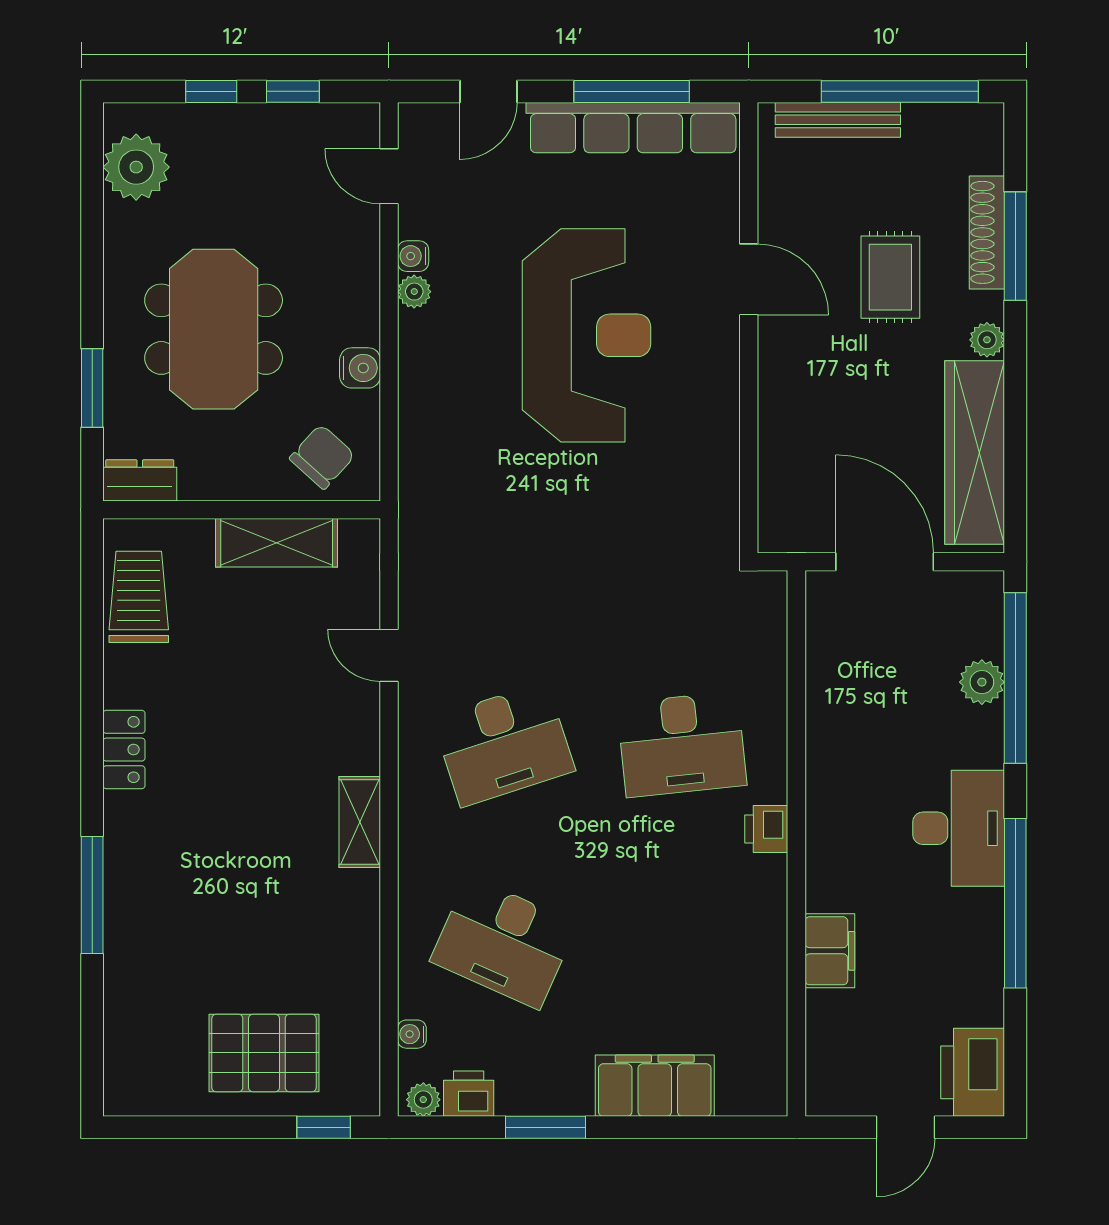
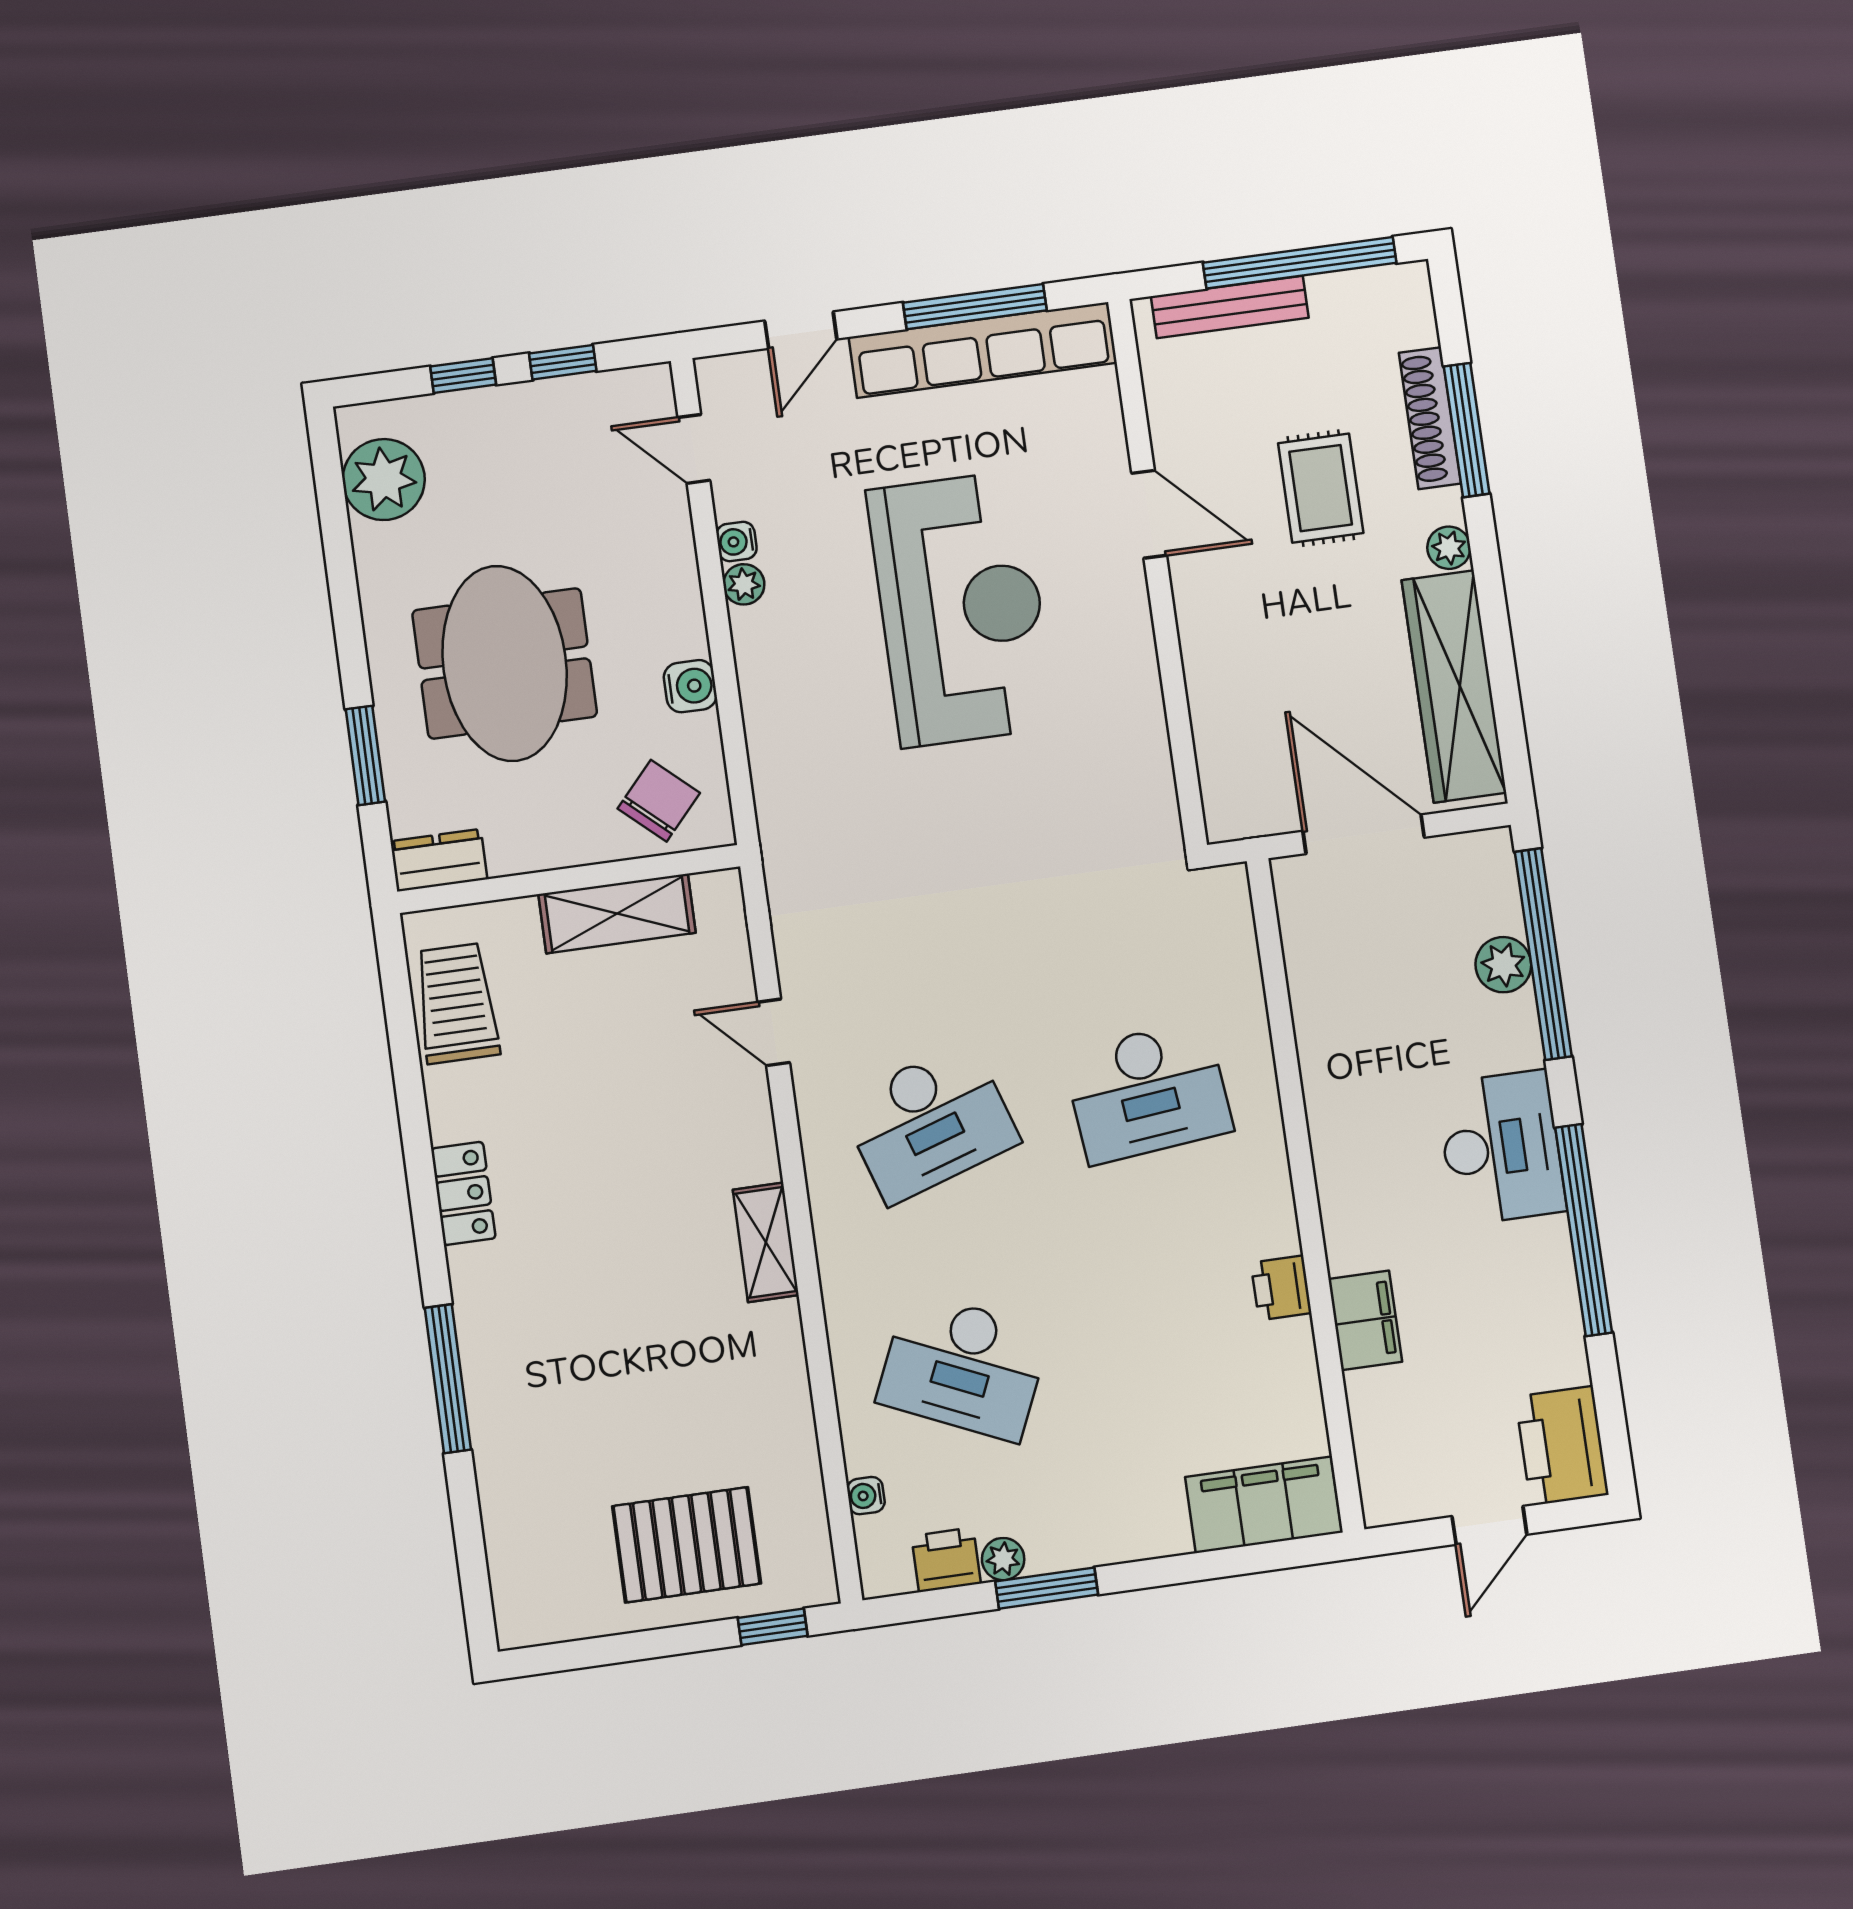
printer: (766, 829) -> (1281, 1288), moved
filing cabinet: (655, 1086) -> (1263, 1505), moved
plant: (423, 1100) -> (1003, 1559), moved

